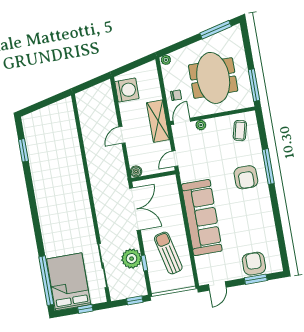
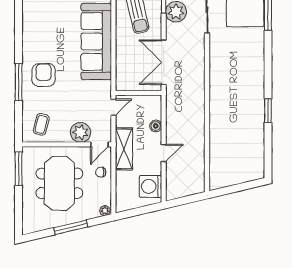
window: (216, 30) -> (71, 227), moved
plant: (201, 125) -> (81, 132), width x1.87, depth x1.87
door: (122, 135) -> (164, 153), moved
window: (23, 150) -> (268, 111), moved
boiler: (136, 171) -> (156, 126), moved

